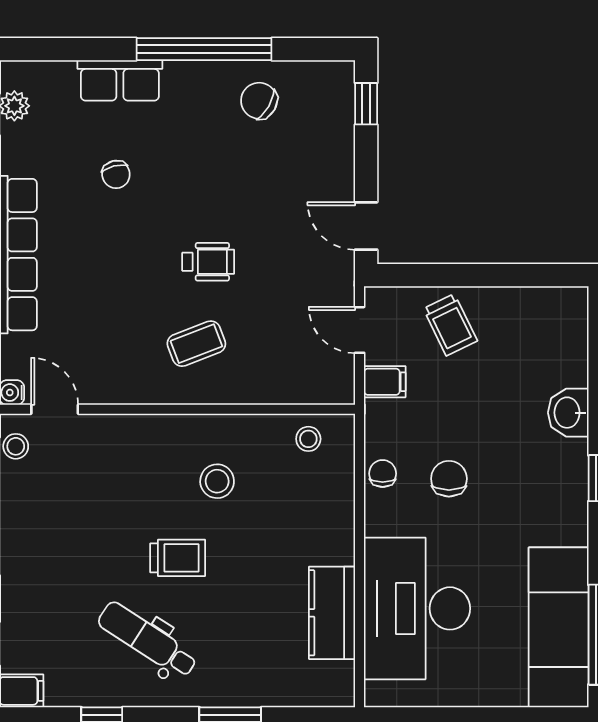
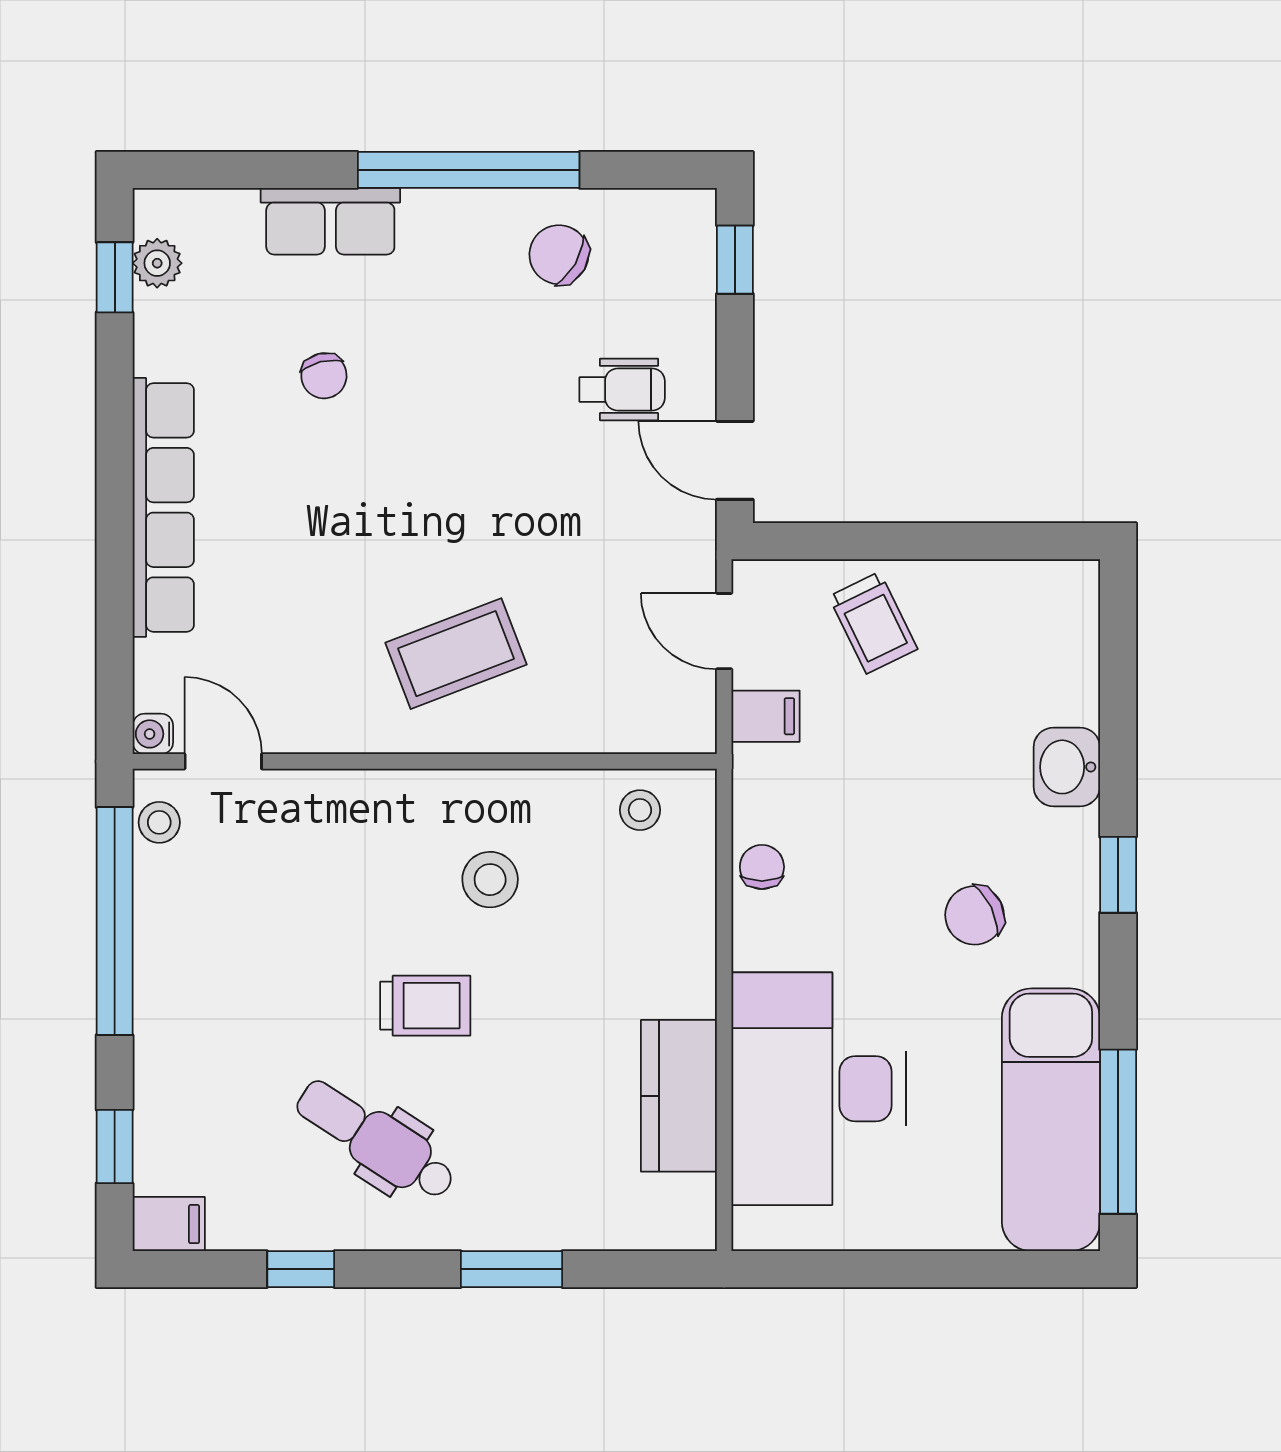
wheelchair: (208, 262) -> (622, 389), moved
coffee table: (196, 344) -> (456, 654), width x1.36, depth x1.30
chair: (449, 479) -> (975, 915), moved, turned -116

